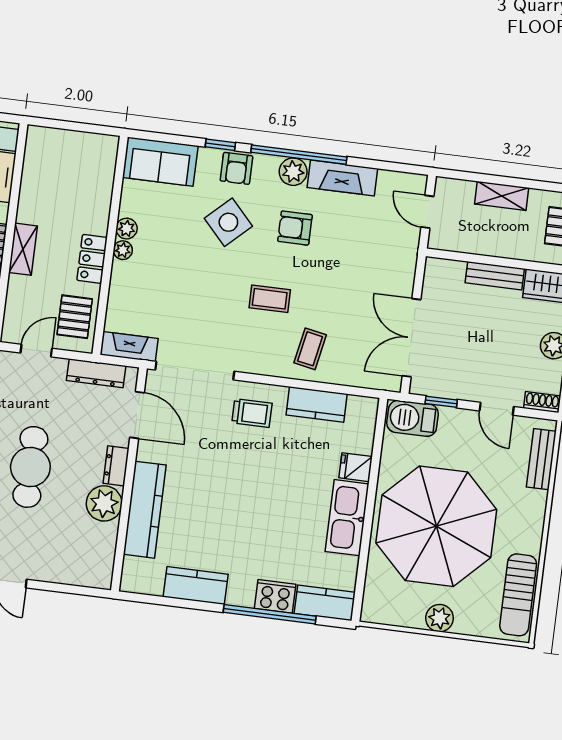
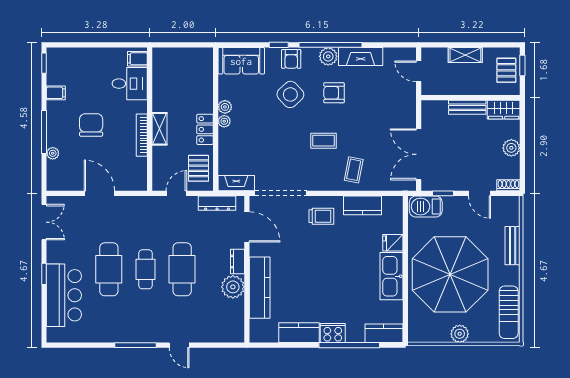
bench: (541, 459) -> (513, 246), moved
cooker: (275, 596) -> (333, 333), moved

